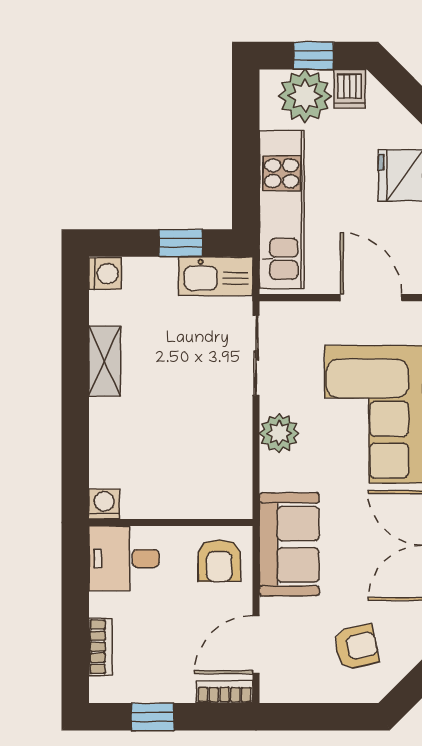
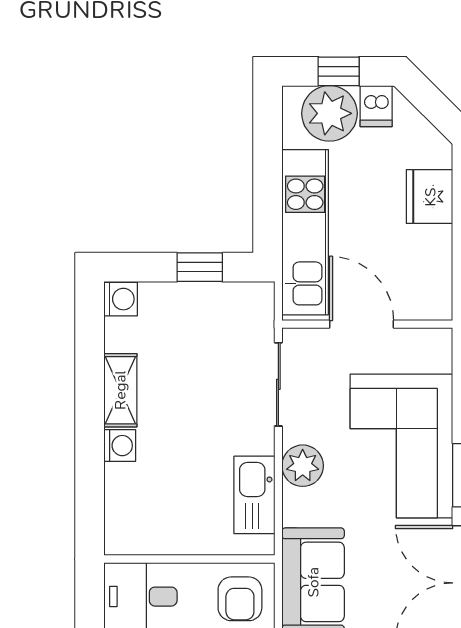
kitchen sink: (215, 276) -> (254, 495), moved, turned 90
door: (371, 298) -> (361, 324), moved
washing machine: (104, 504) -> (120, 446), moved, turned 90

